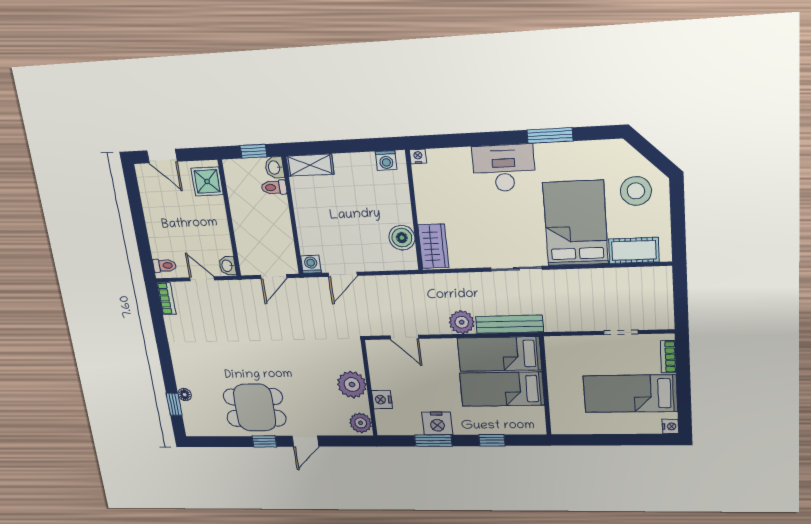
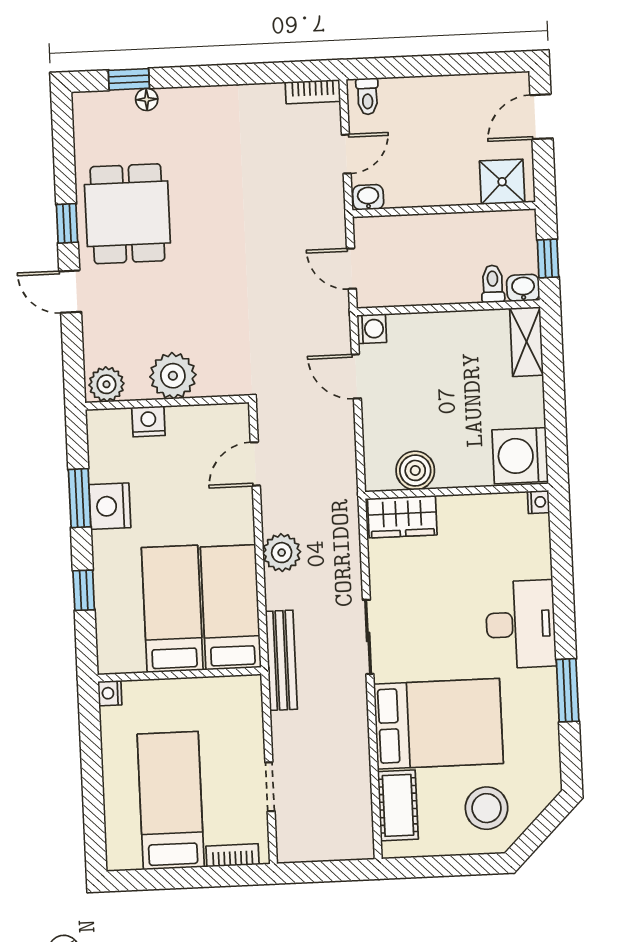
washing machine: (386, 161) -> (520, 456), width x1.89, depth x1.89
bench: (509, 324) -> (281, 660), moved
nightstand: (670, 426) -> (110, 693), moved, turned 90

